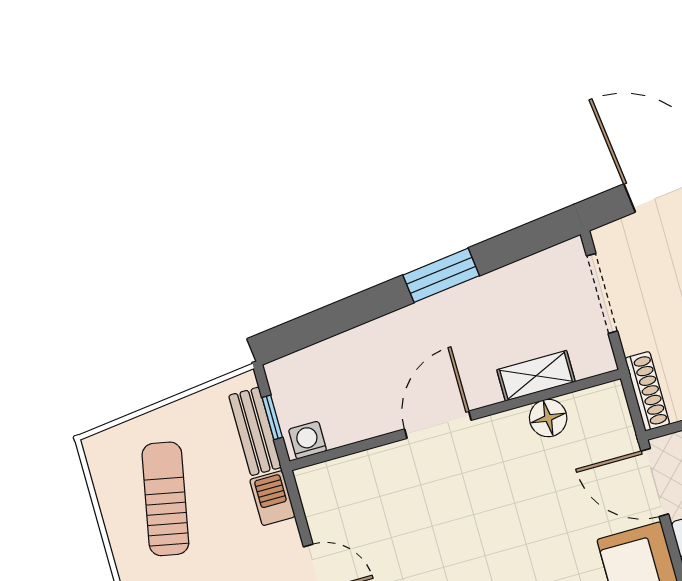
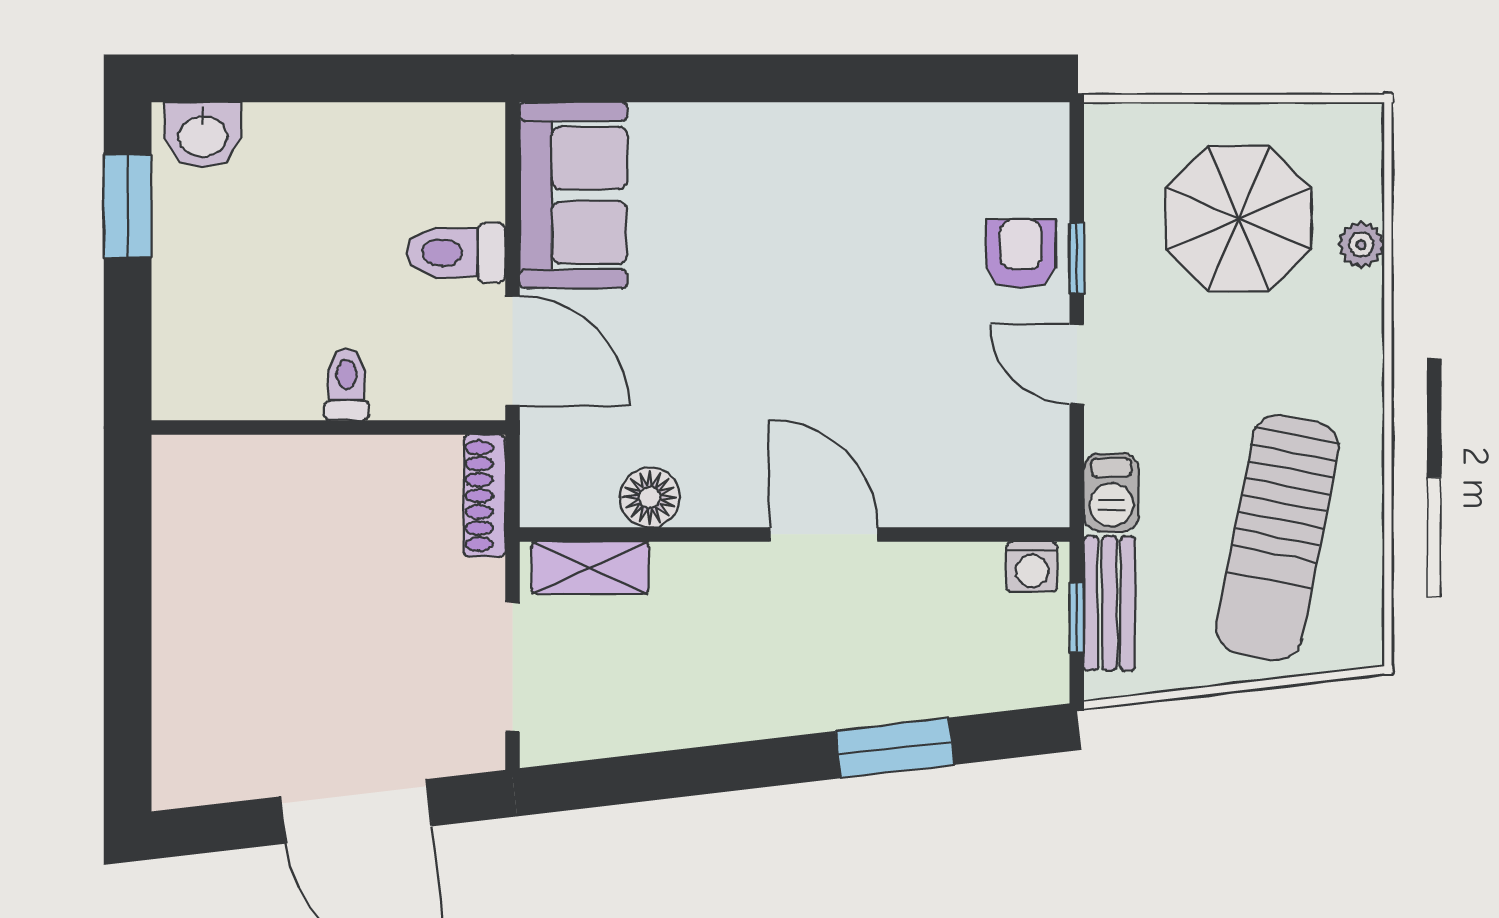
window: (441, 275) -> (895, 748), moved
shelving: (536, 376) -> (590, 568), moved
door: (438, 425) -> (823, 534), swing flipped
sun lounger: (165, 499) -> (1277, 537), width x1.36, depth x1.34

